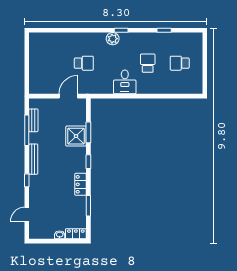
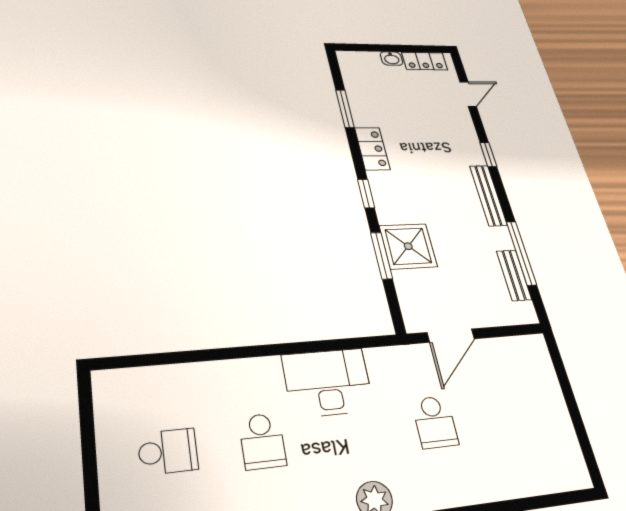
school desk: (84, 63) -> (435, 422), turned -90
desk: (125, 82) -> (328, 382), width x1.37
locker: (76, 234) -> (425, 61), moved

